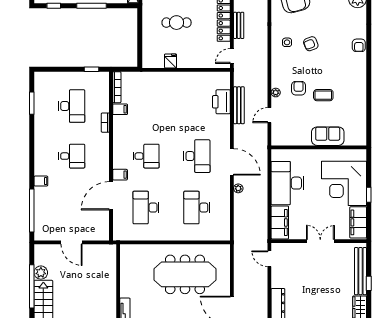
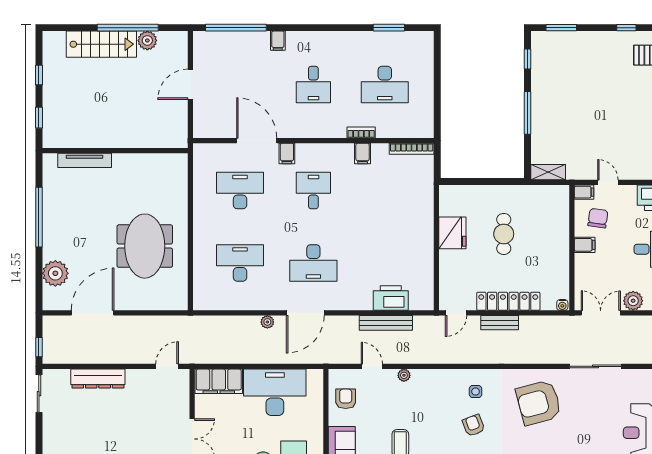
door: (232, 56) -> (456, 313), swing flipped
fridge: (171, 61) -> (452, 233), width x1.88, depth x1.34
window: (92, 69) -> (437, 113), removed
armchair: (299, 88) -> (346, 399), moved, turned -90
filing cabinet: (120, 109) -> (363, 153), moved
desk: (146, 156) -> (313, 191), turned 180
meeting table: (185, 274) -> (145, 246), width x0.73

